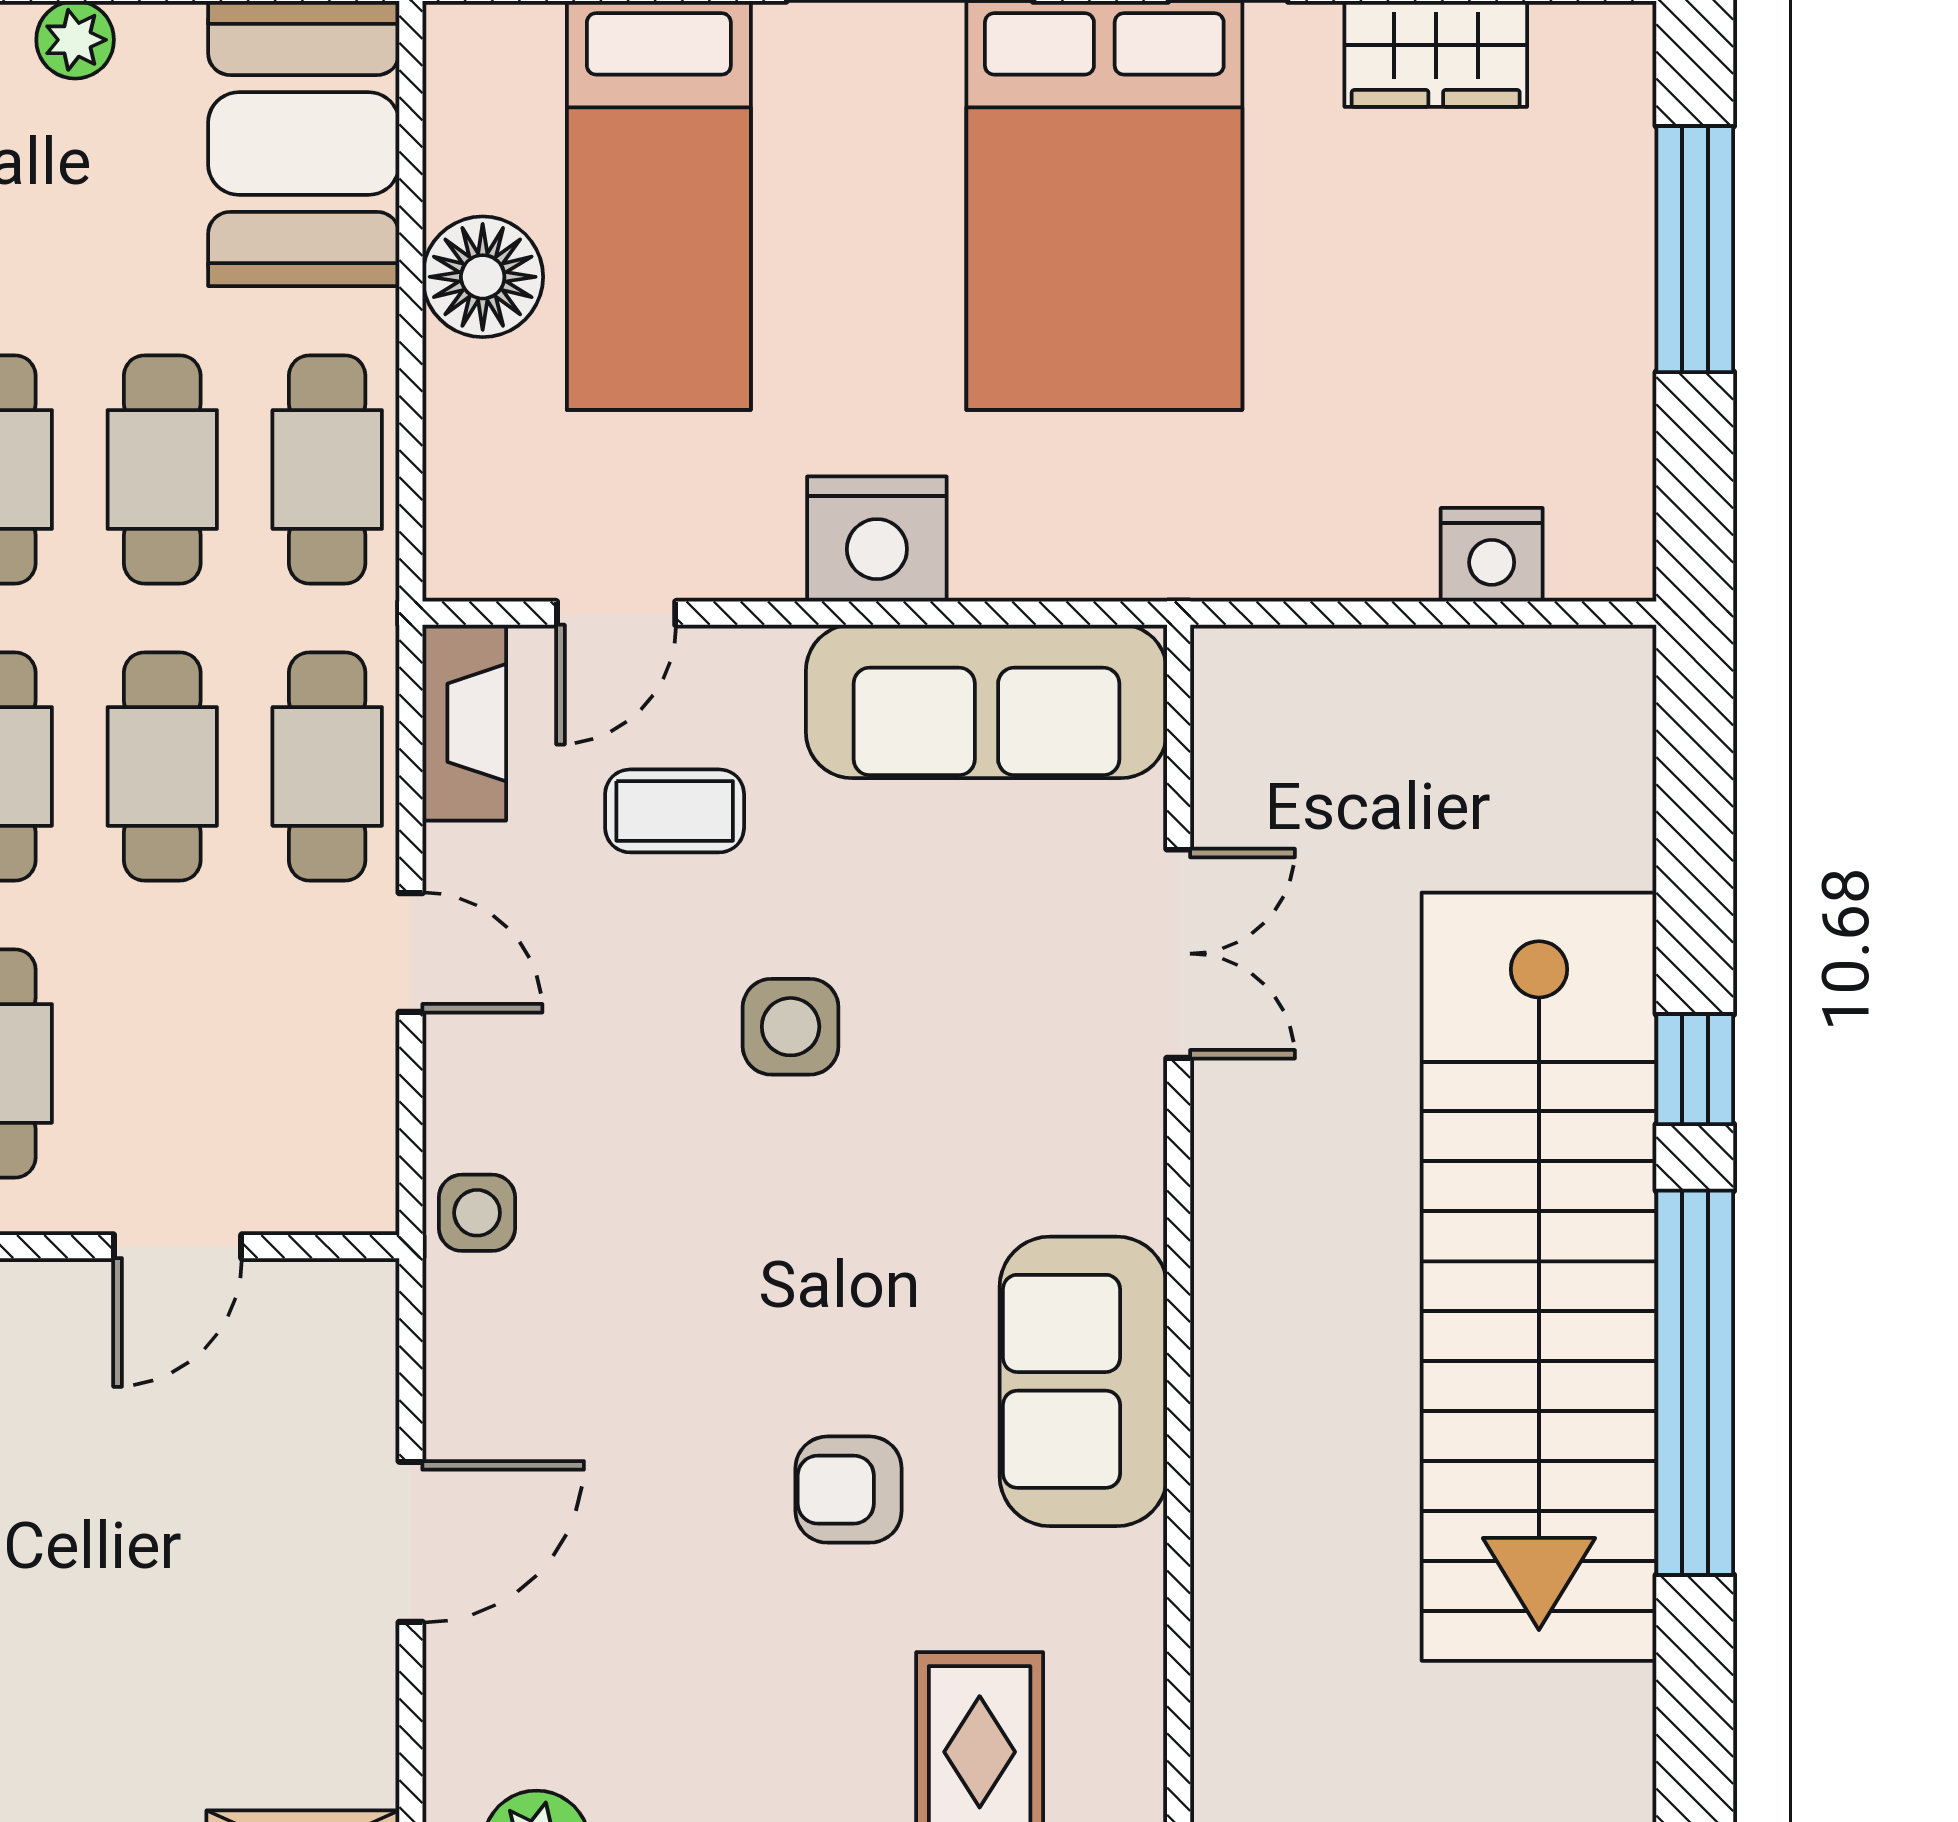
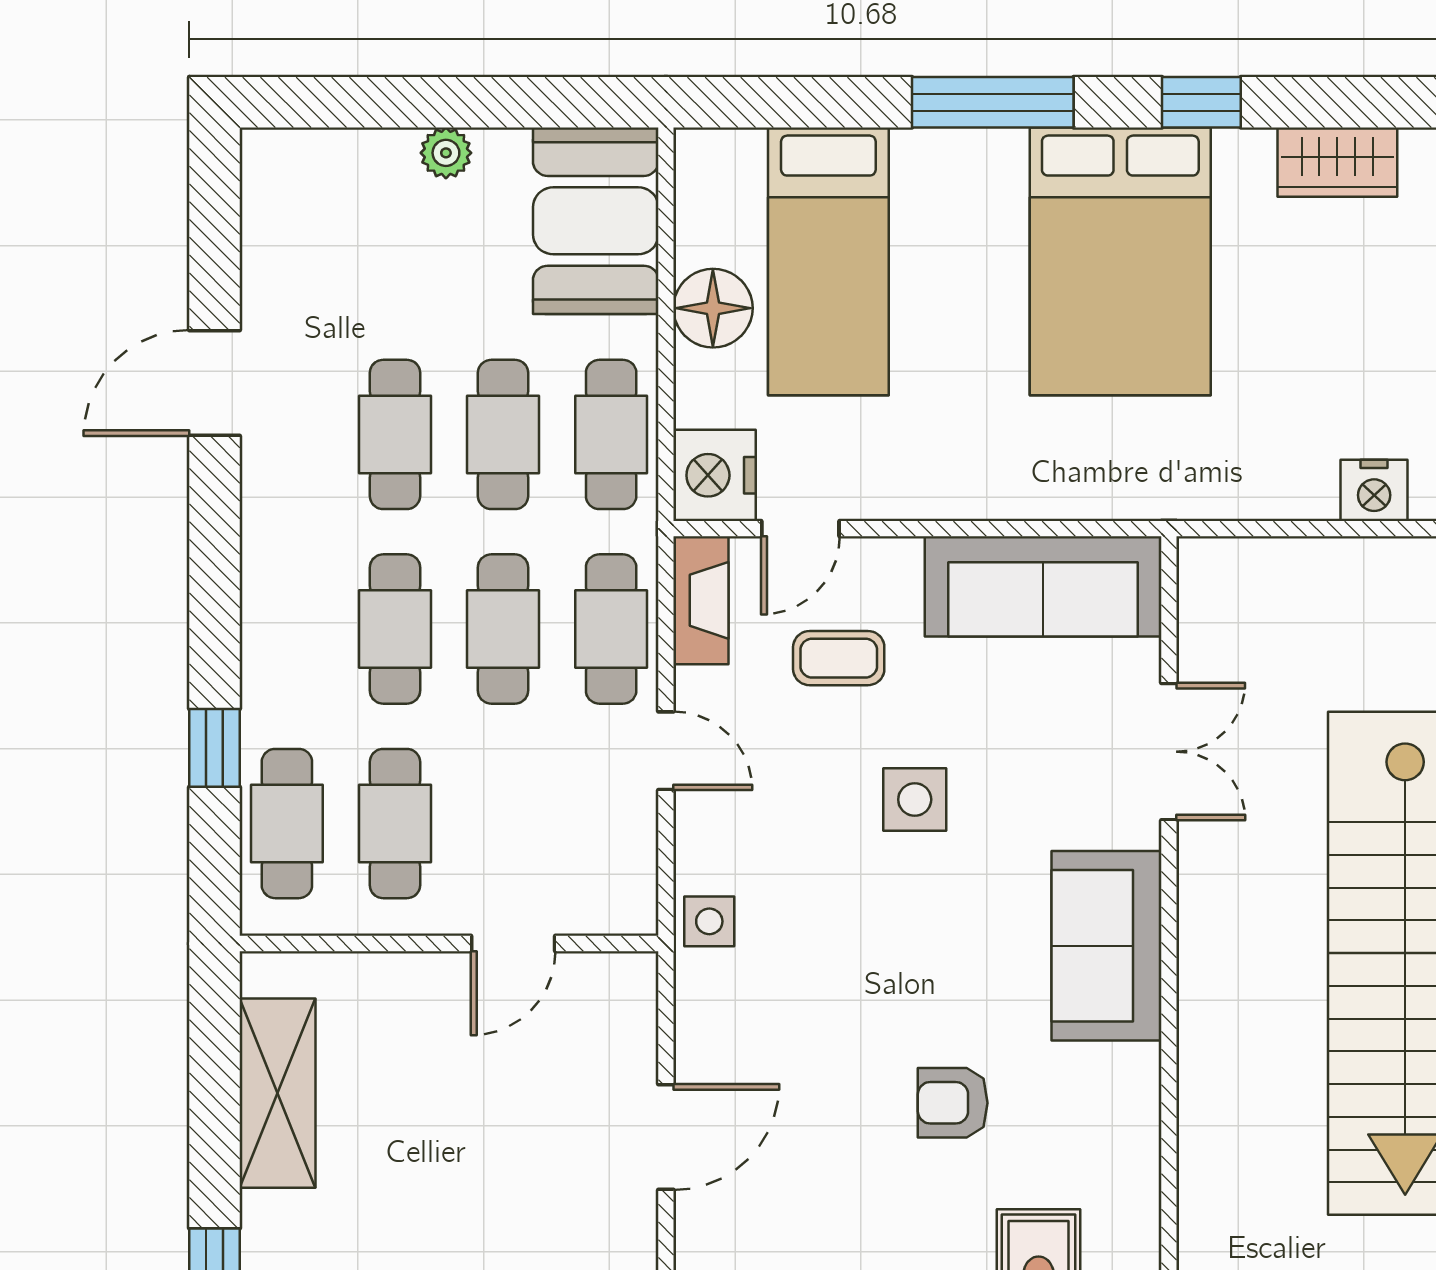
nightstand: (877, 539) -> (714, 475), moved, turned 90
sofa: (1083, 1381) -> (1106, 946), moved

